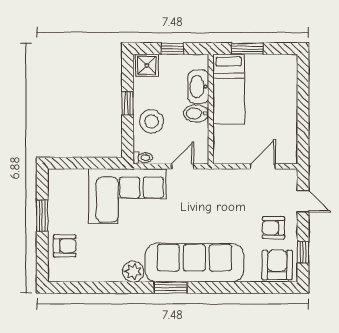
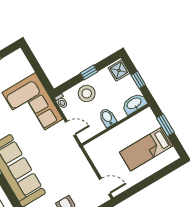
washbasin: (198, 87) -> (134, 104), moved
bed: (229, 89) -> (146, 149), moved
door: (263, 166) -> (105, 186), moved

